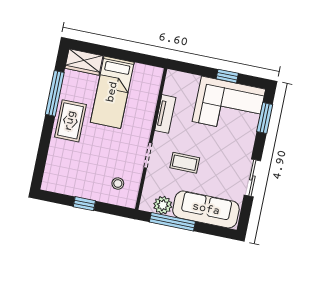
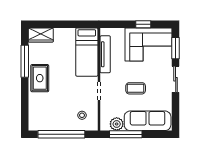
bed: (112, 92) -> (87, 52), moved
tv unit: (165, 114) -> (105, 54), width x1.41
coffee table: (185, 163) -> (136, 88), moved
sliding door: (252, 178) -> (176, 79), moved
window: (84, 204) -> (61, 134), width x3.17

